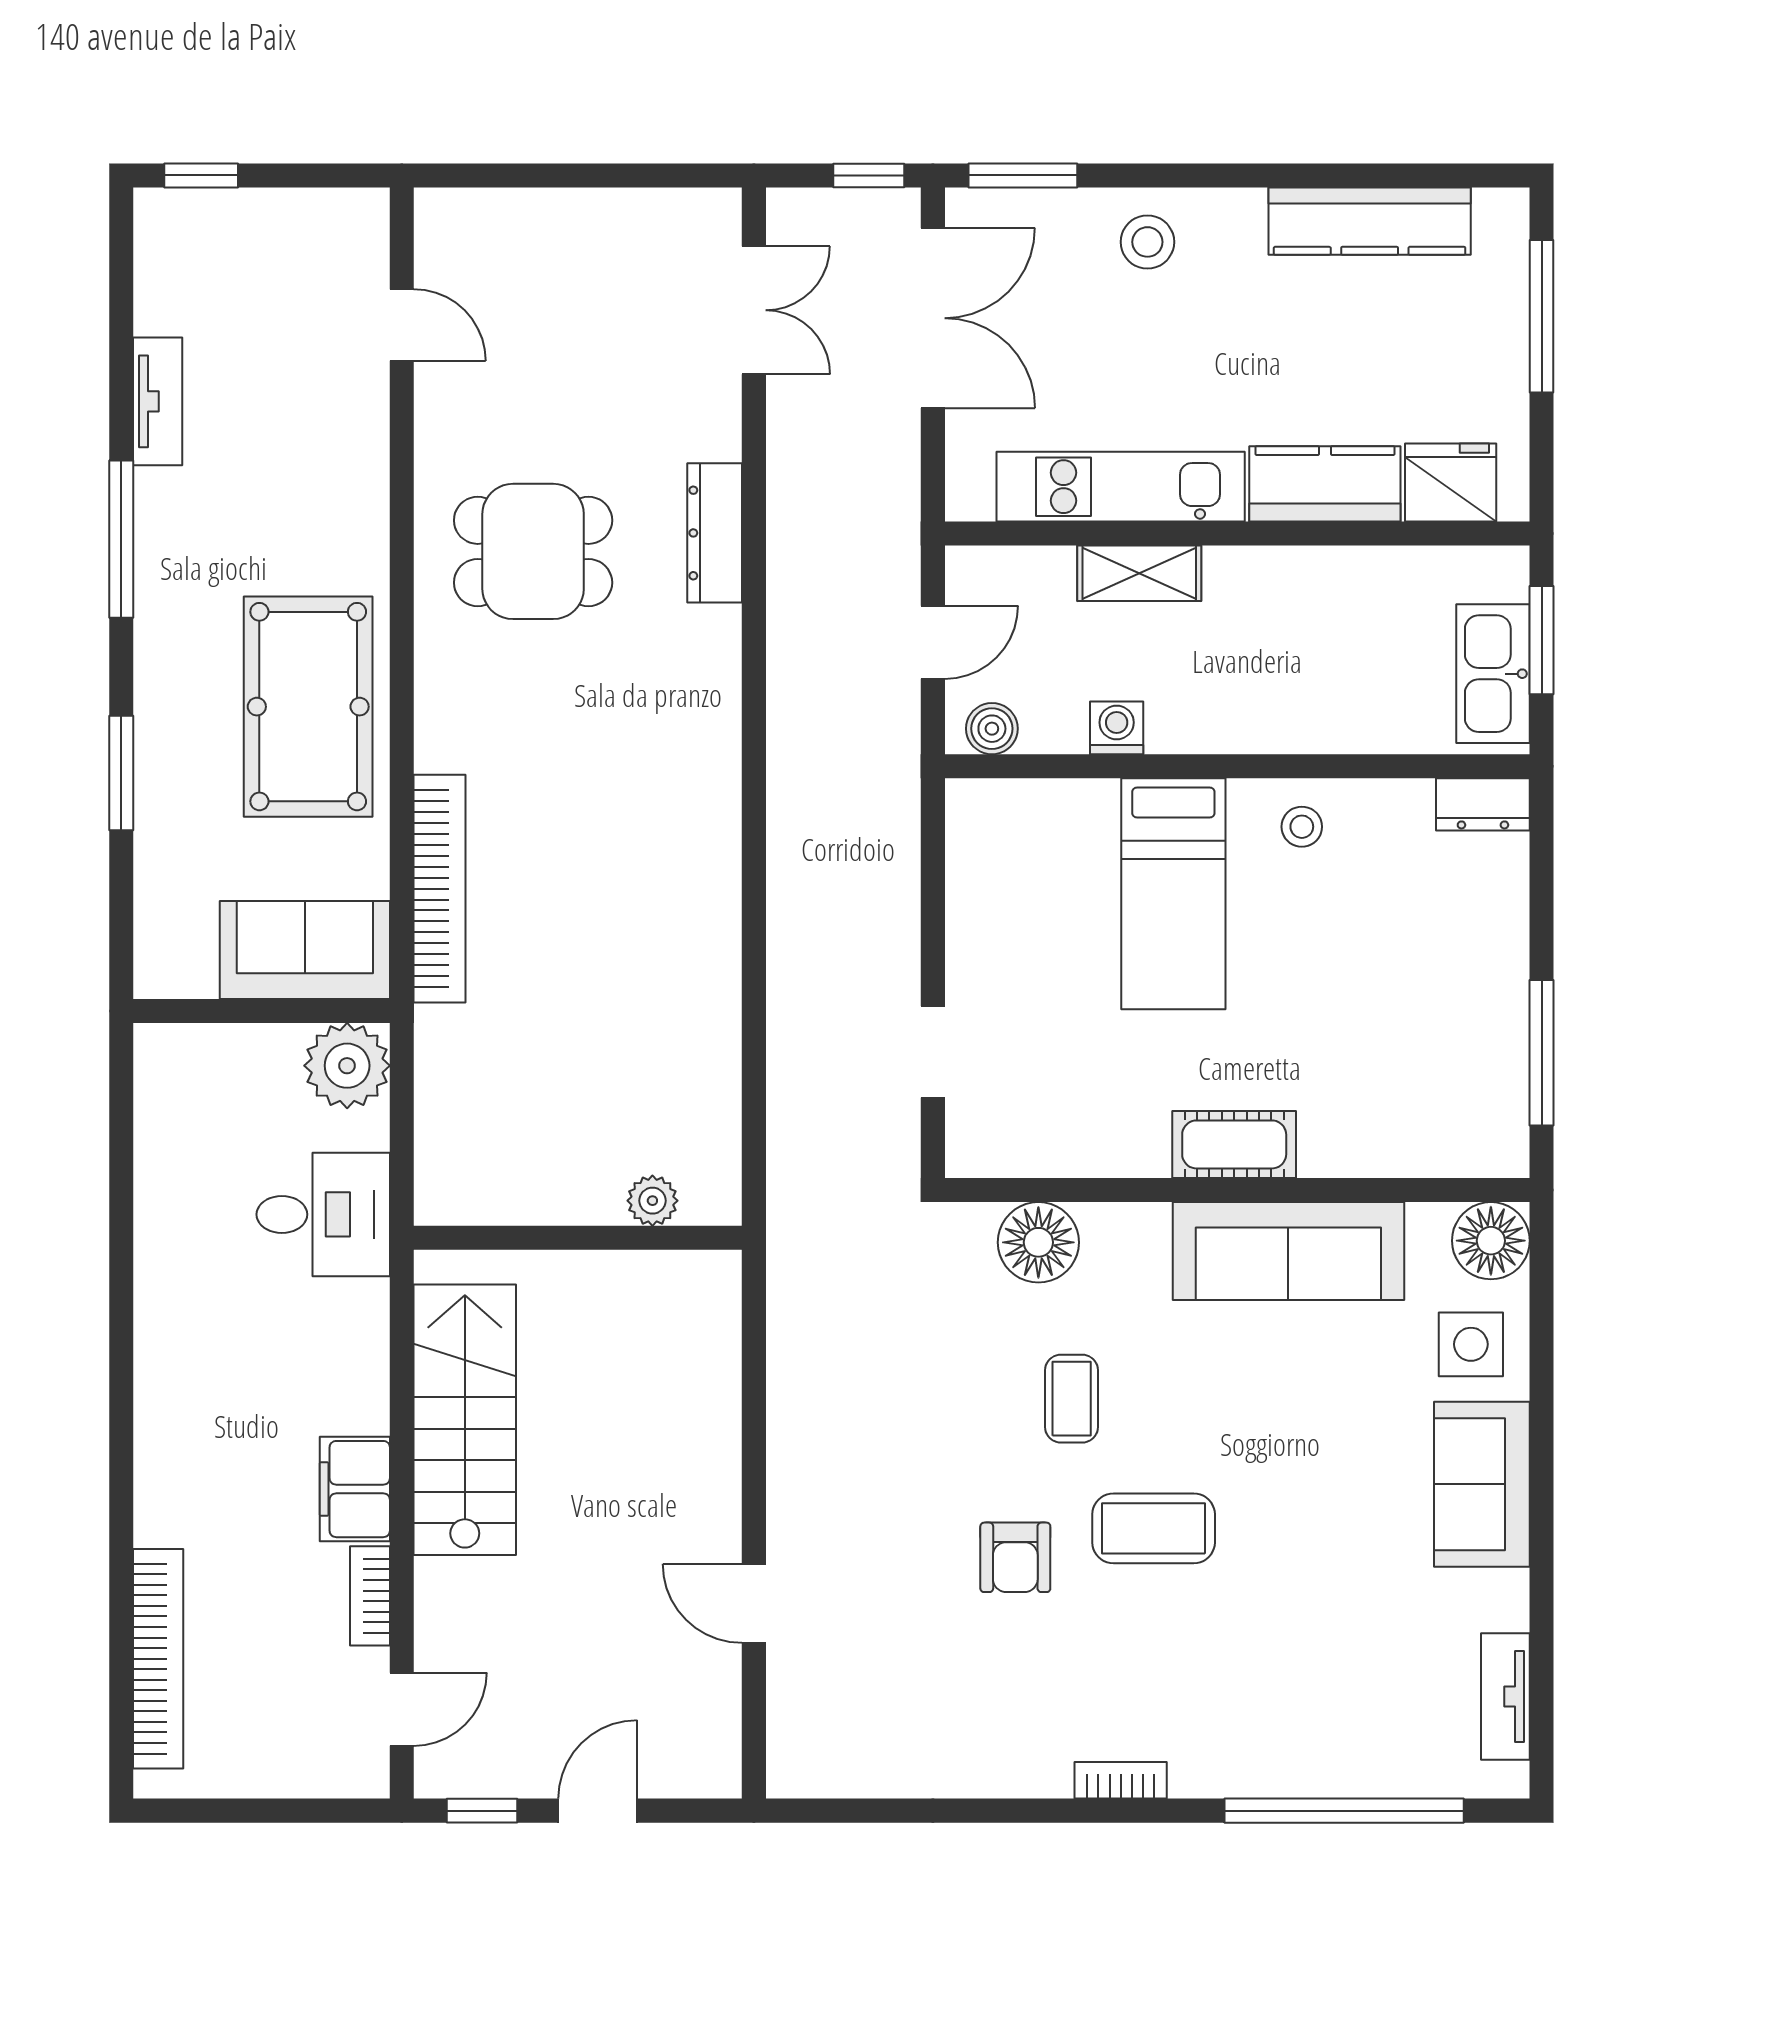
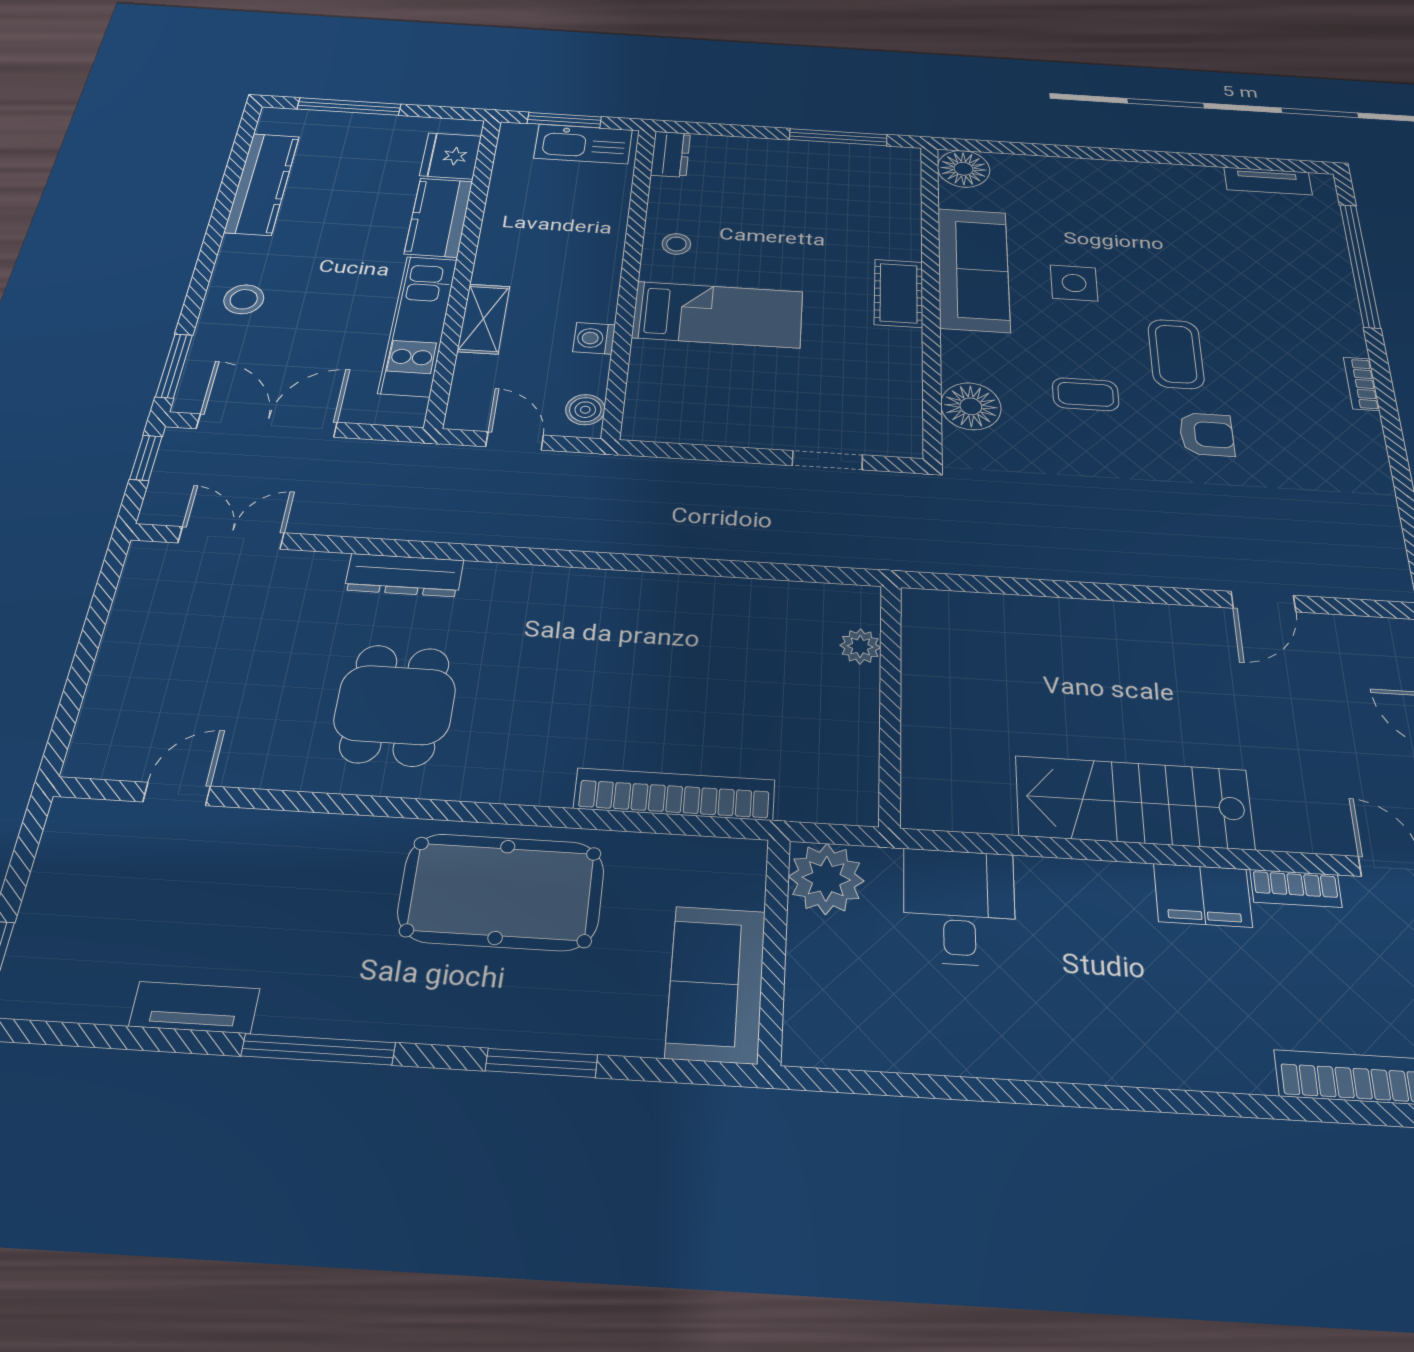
sofa: (305, 950) -> (716, 984), moved
plant: (652, 1201) -> (860, 646), moved
wall: (578, 1238) -> (890, 702), moved
side table: (1471, 1344) -> (1074, 283), moved
sofa: (1482, 1484) -> (1127, 183), removed

